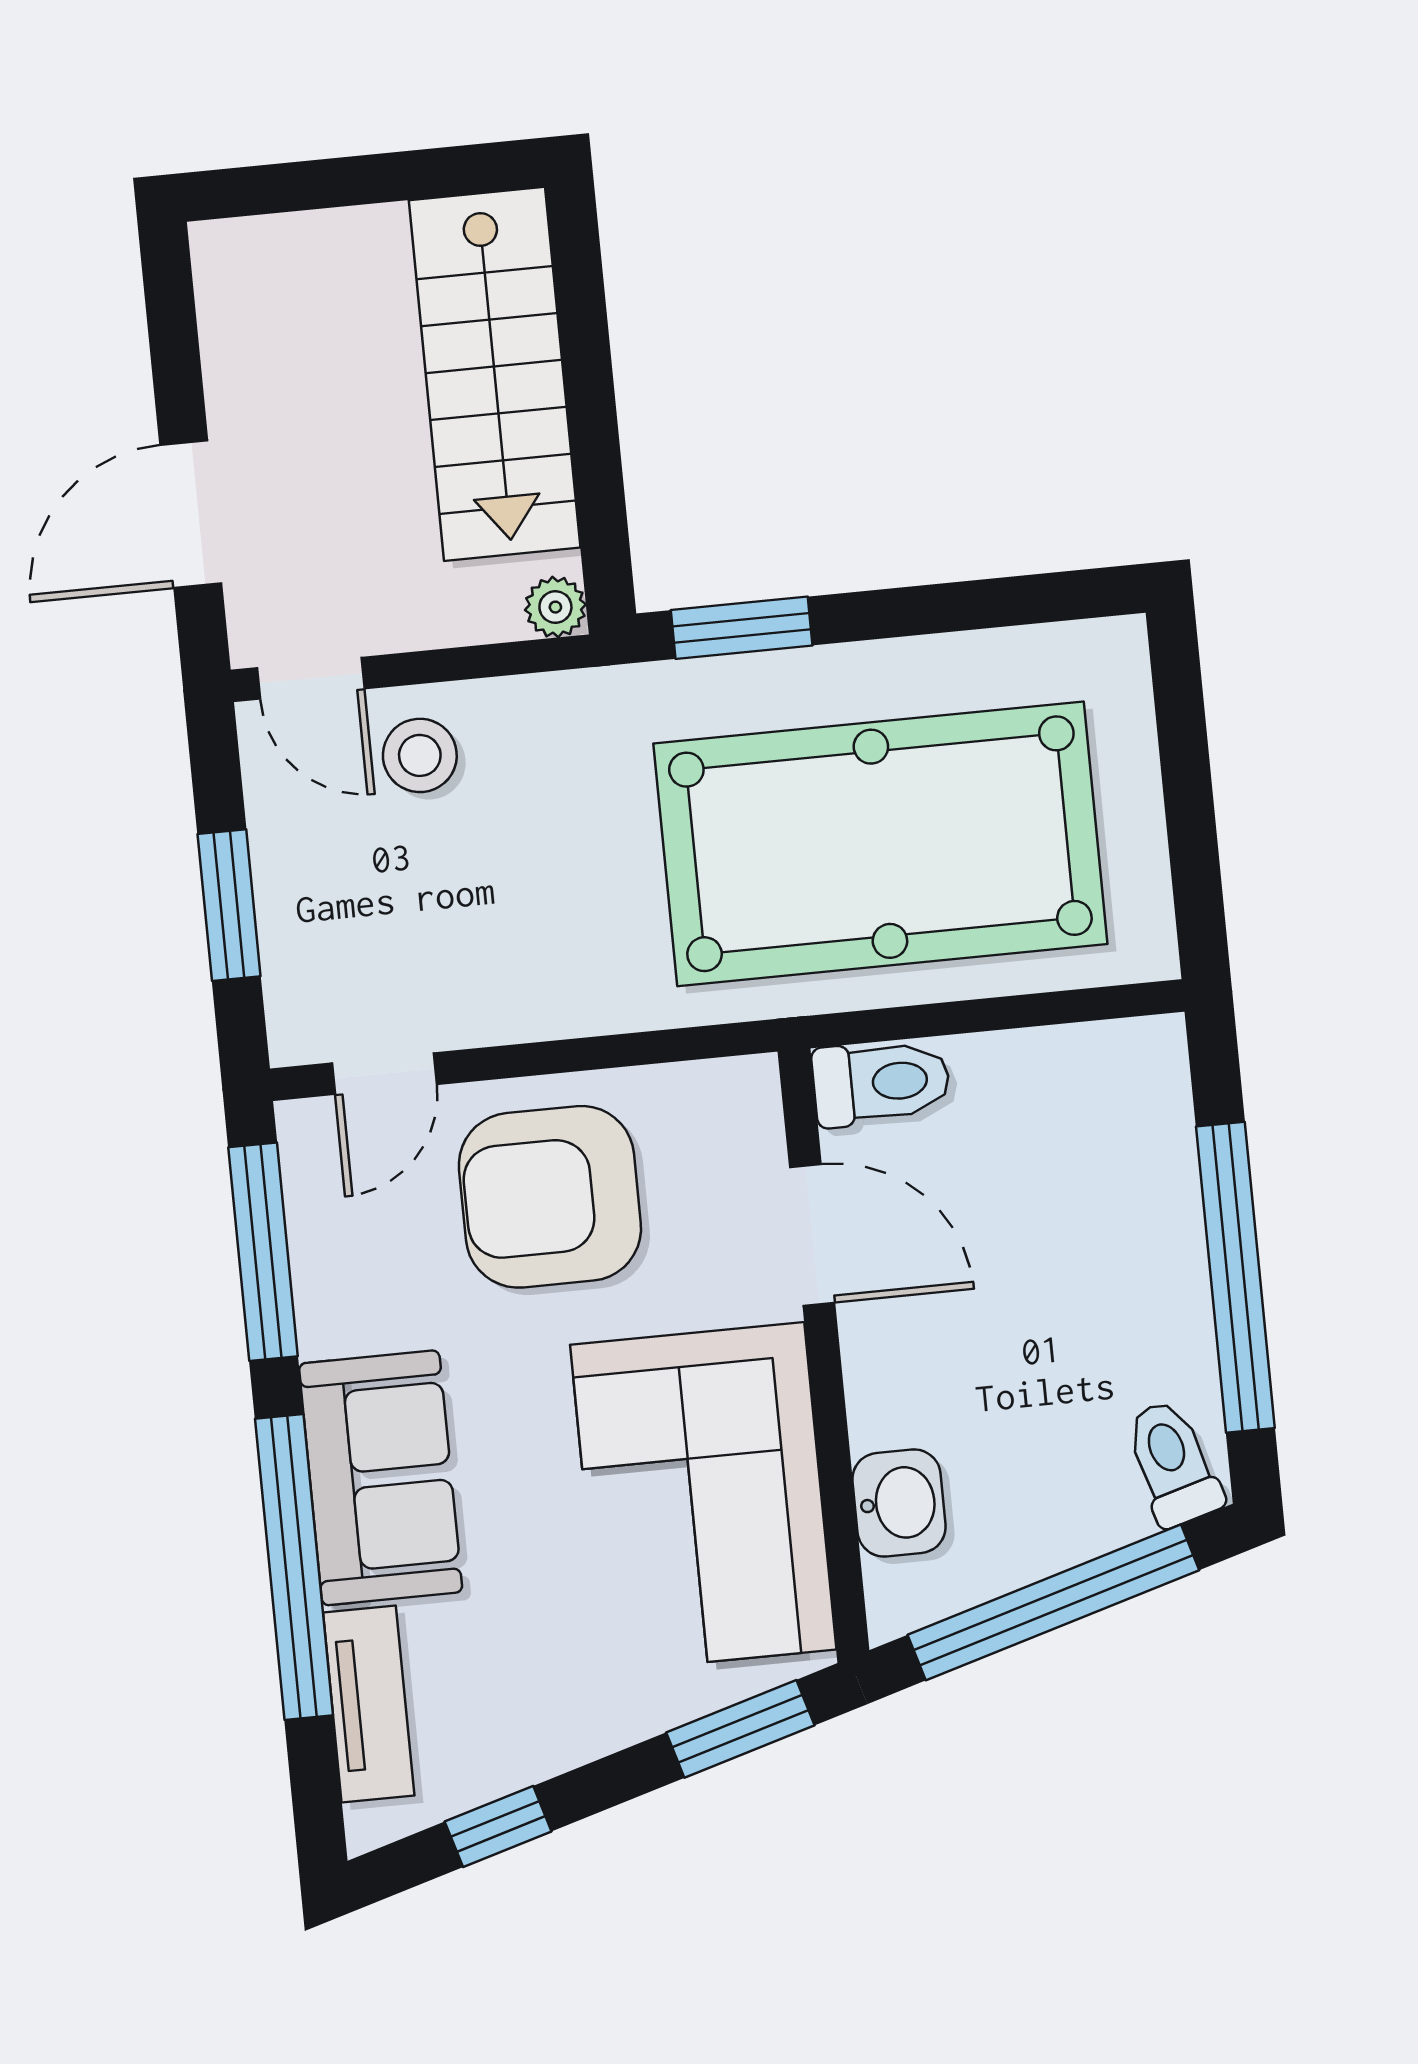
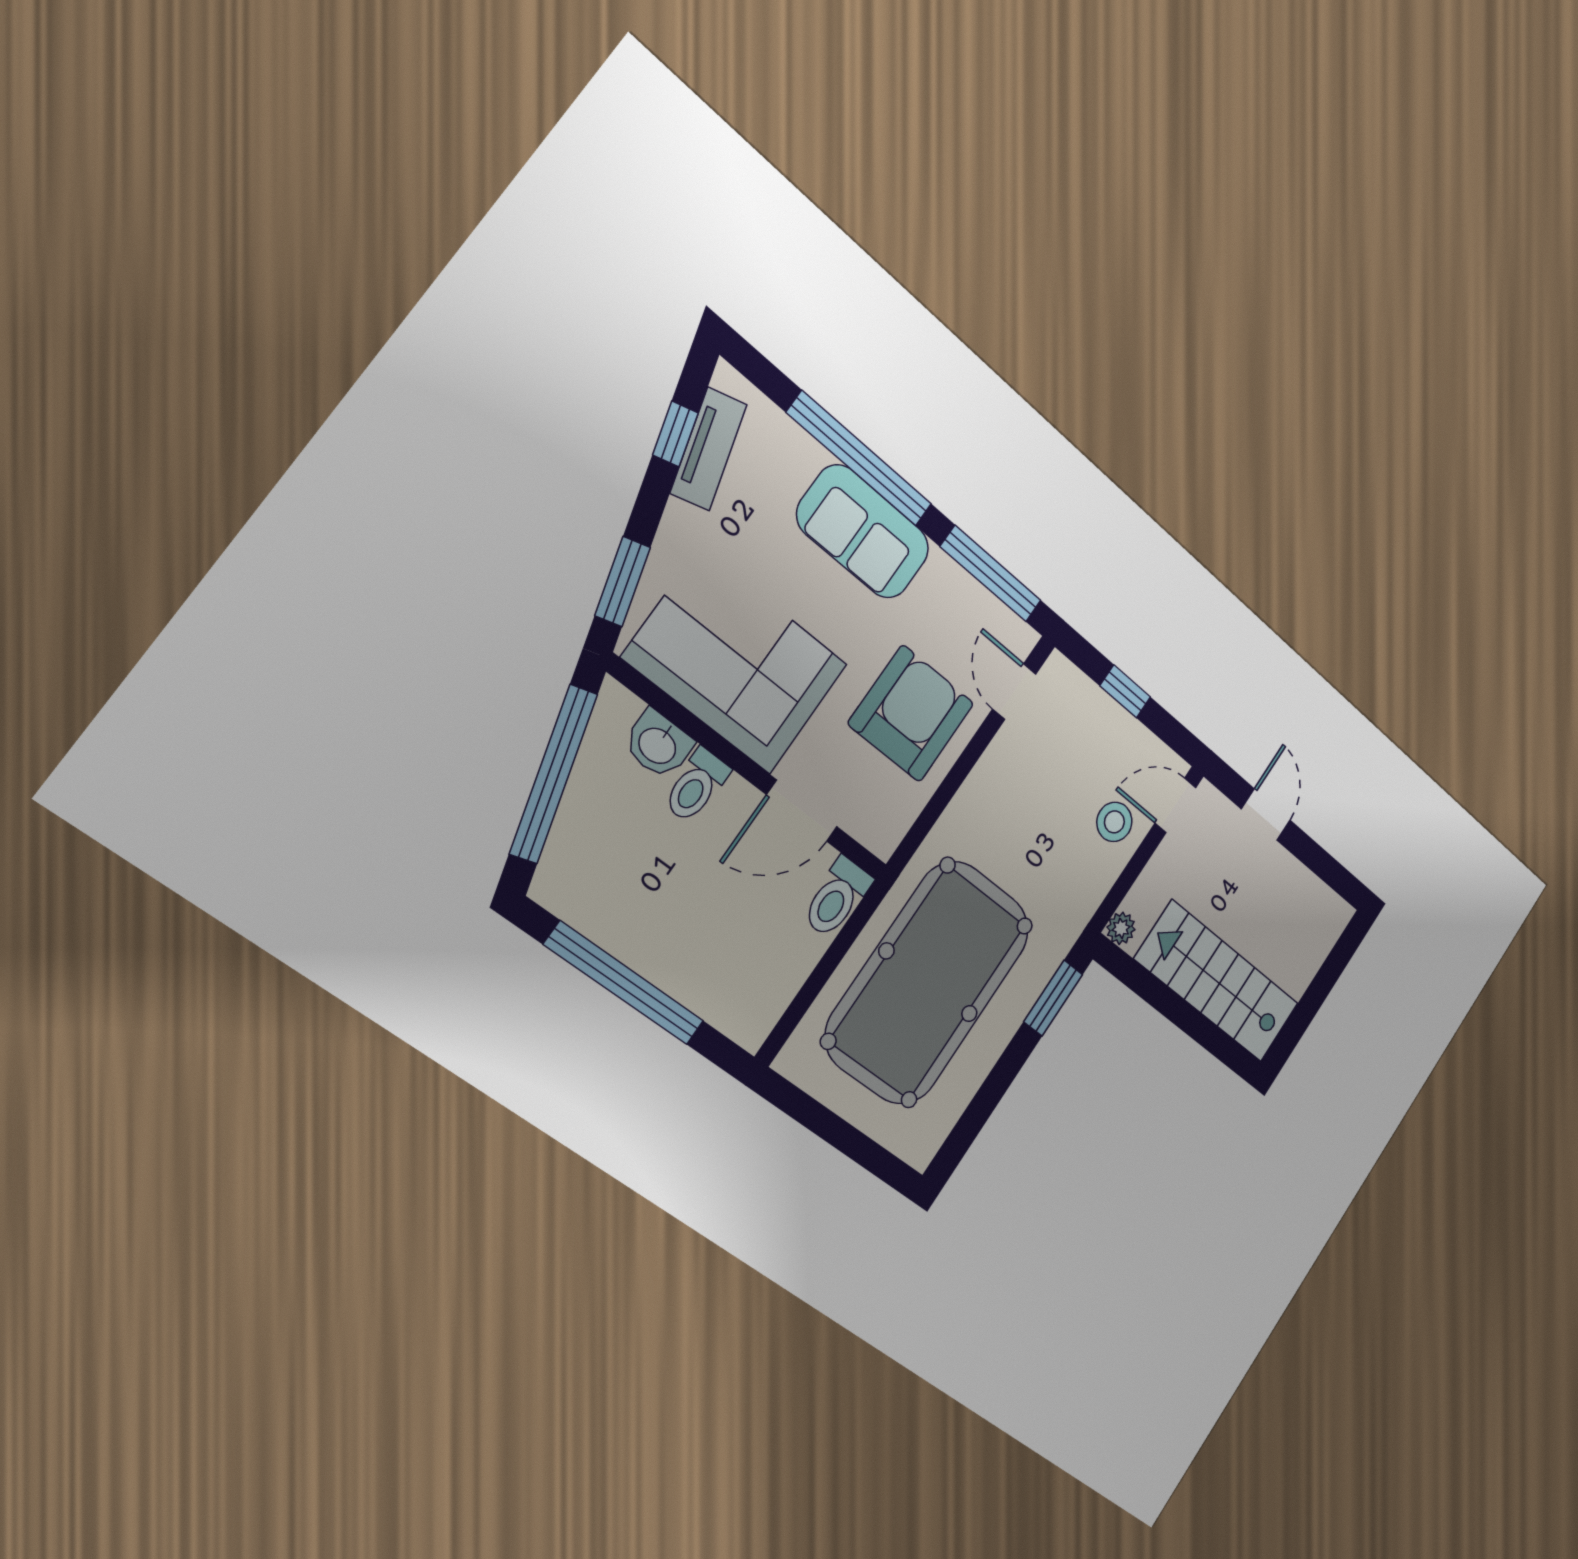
door: (191, 514) -> (1266, 815), width x0.73
window: (229, 905) -> (1125, 691), width x0.67
toilet: (1173, 1463) -> (696, 786), moved, turned 106
tv unit: (369, 1704) -> (709, 449), moved, turned -106

